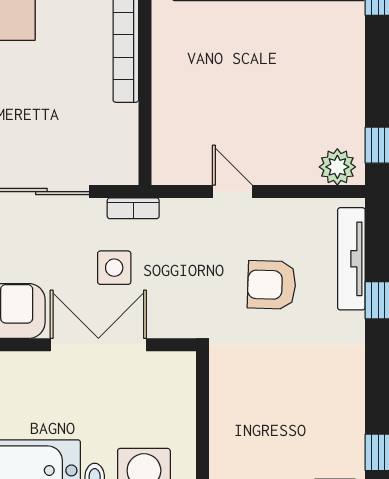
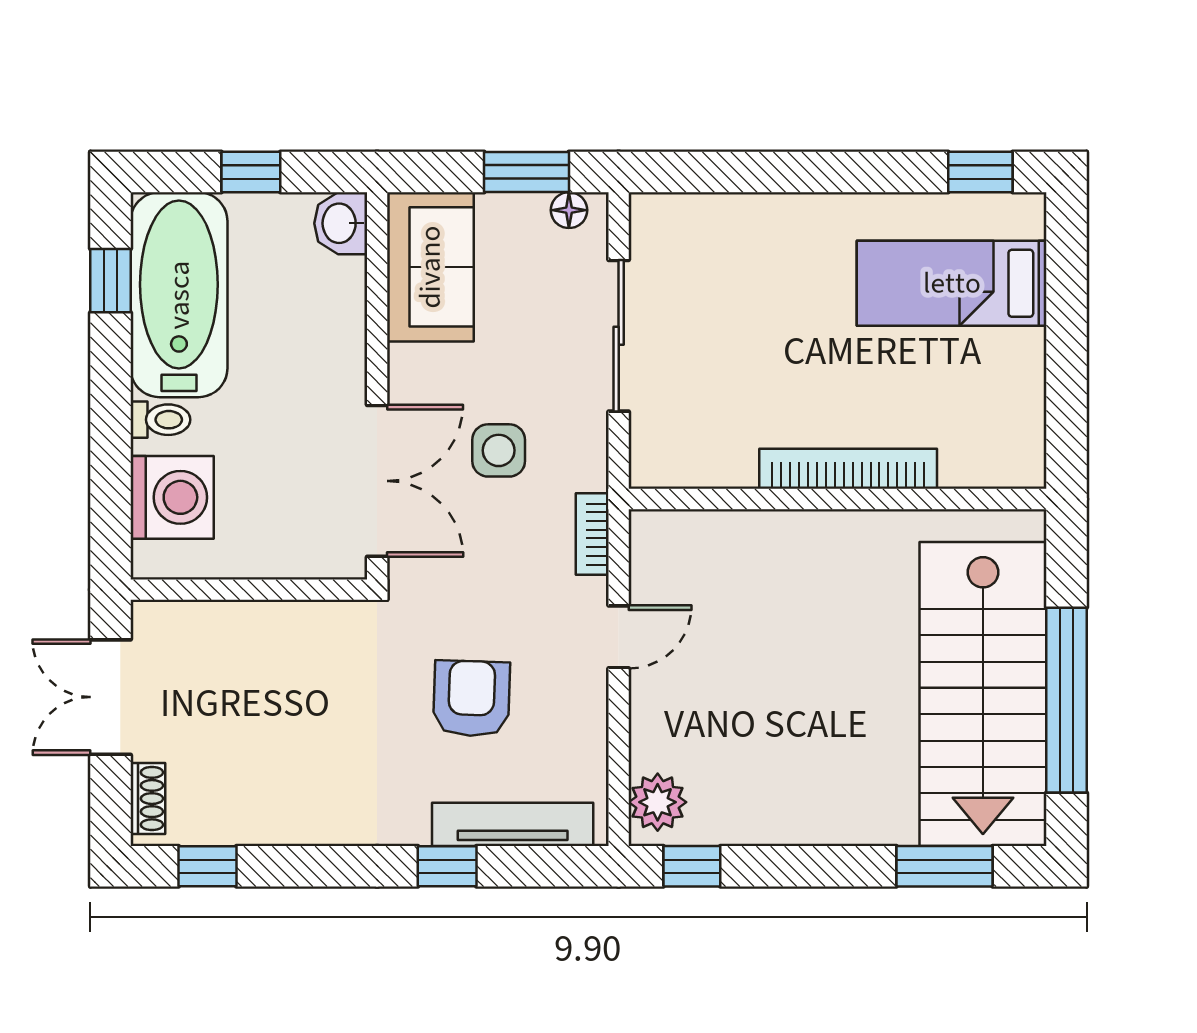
bookcase: (133, 208) -> (592, 534), moved
double door: (98, 345) -> (377, 481), moved

